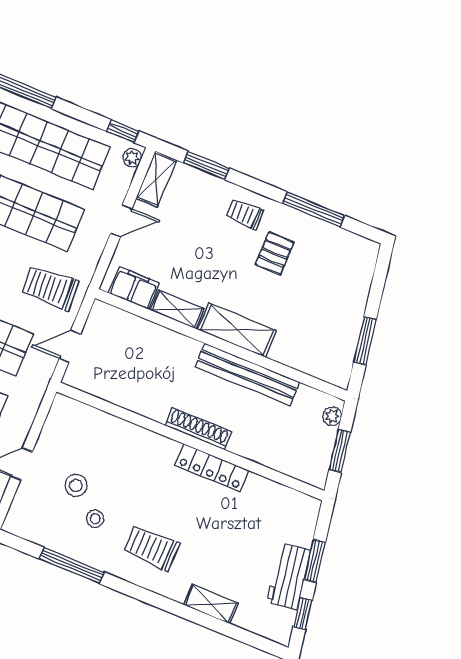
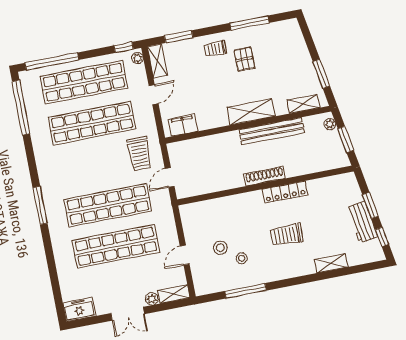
trolley: (50, 288) -> (139, 154), turned -87
shelving: (177, 309) -> (303, 104), moved
trolley: (152, 548) -> (287, 235), moved

